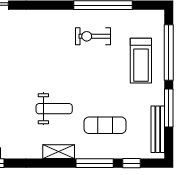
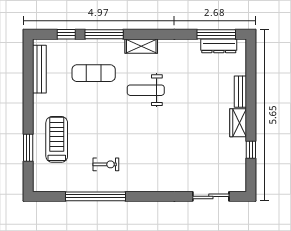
exercise bike: (93, 36) -> (106, 164), width x0.73, depth x0.72
window: (169, 53) -> (28, 148), width x0.47
window: (169, 108) -> (28, 91), removed

